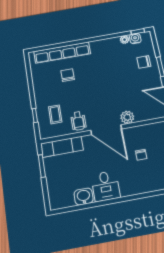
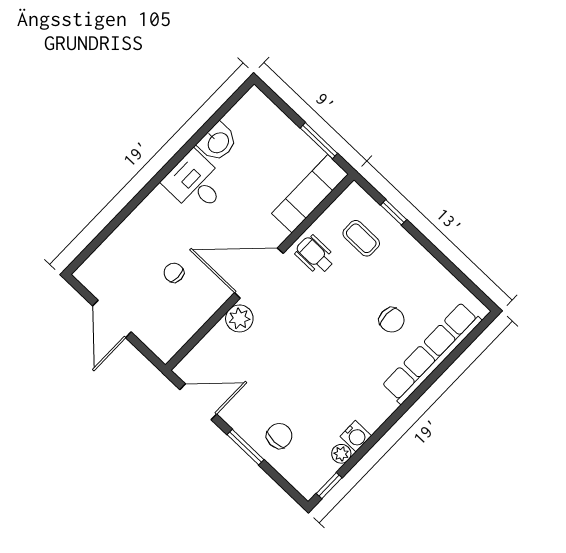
water cooler: (135, 38) -> (356, 436), moved

